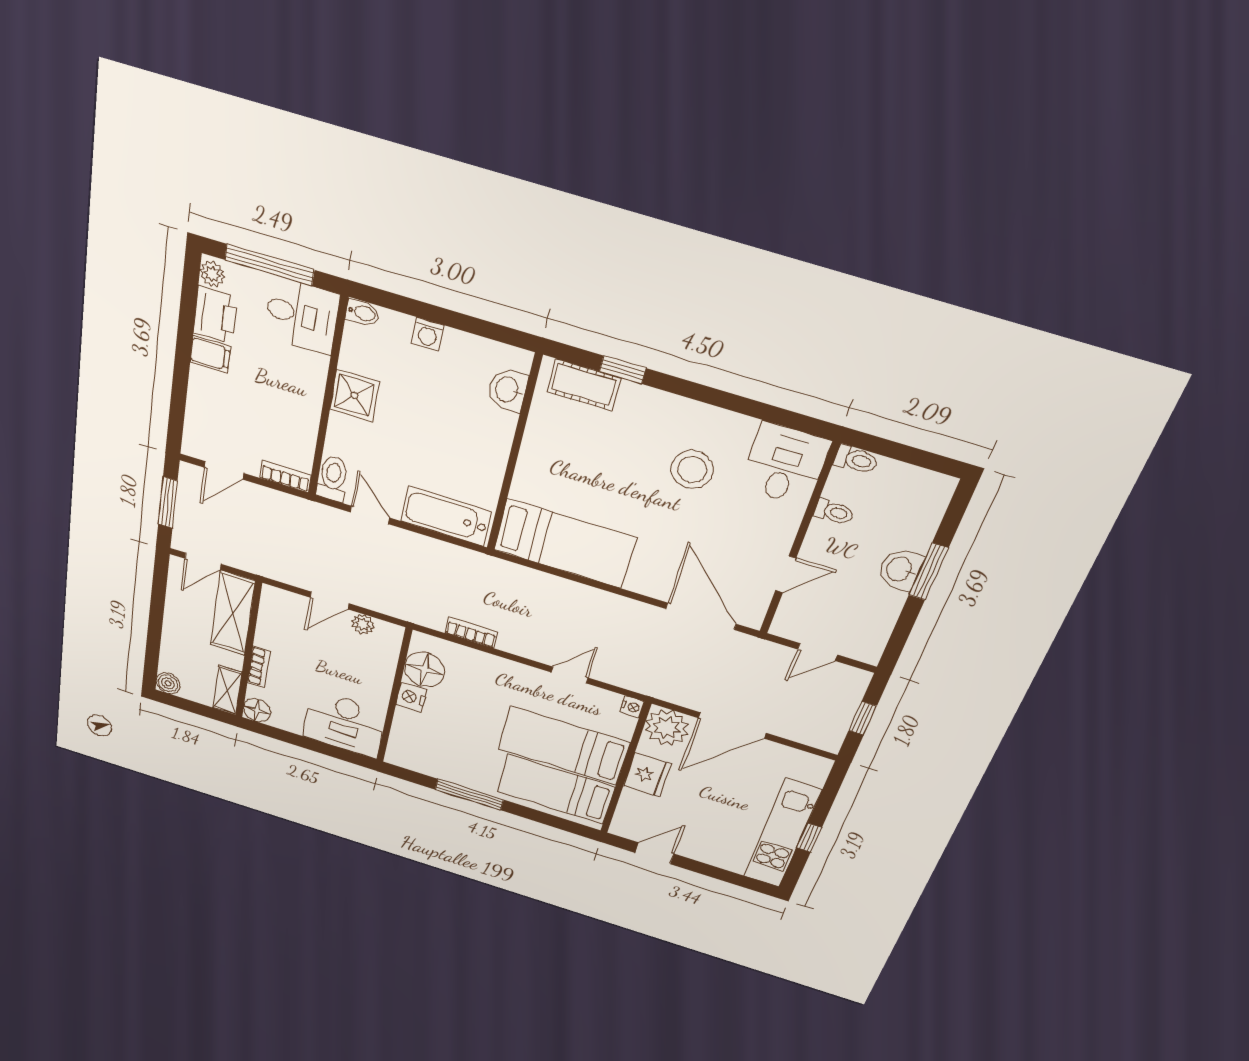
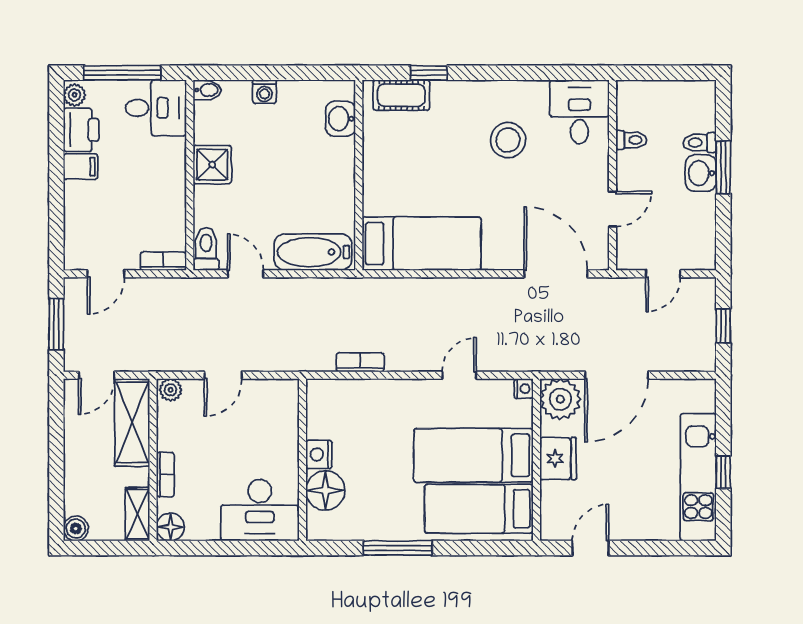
toilet: (856, 460) -> (700, 143), moved, turned 180
plant: (363, 624) -> (171, 390), moved
floor lamp: (424, 669) -> (325, 491), moved

